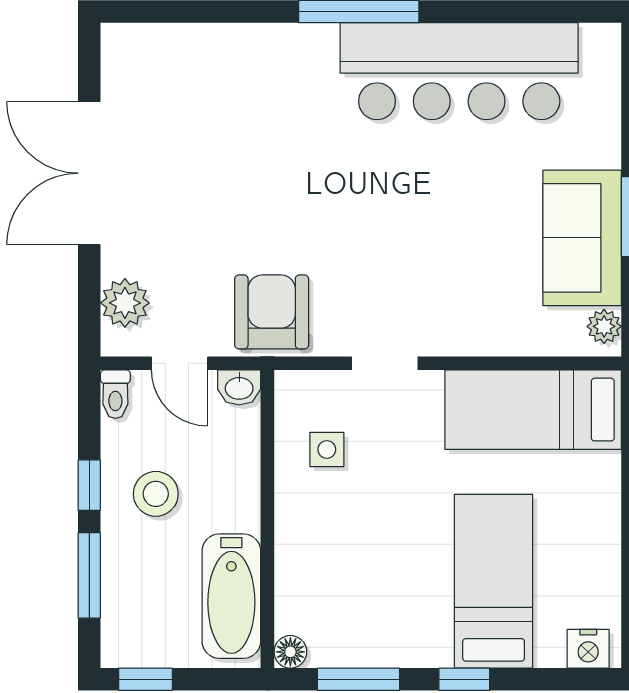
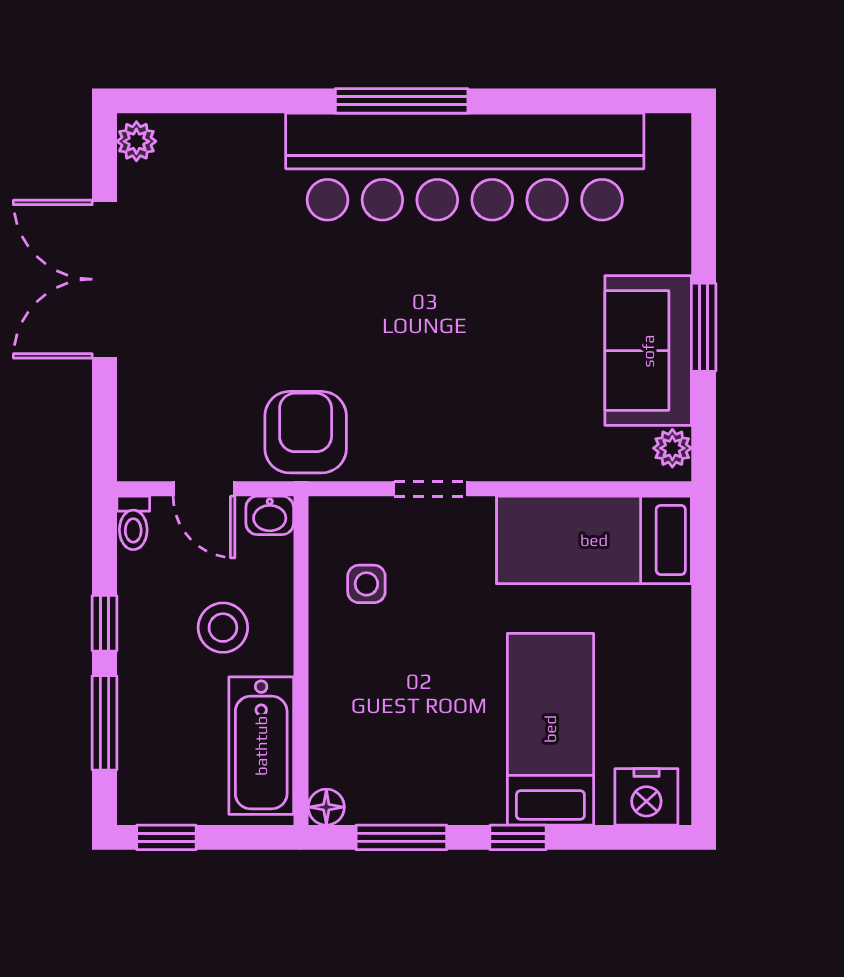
bar counter: (459, 71) -> (465, 167), width x1.36
plant: (125, 303) -> (136, 141), moved, width x0.73, depth x0.73
stool: (156, 494) -> (223, 628), moved
nightstand: (588, 649) -> (646, 797), width x1.36, depth x1.33

